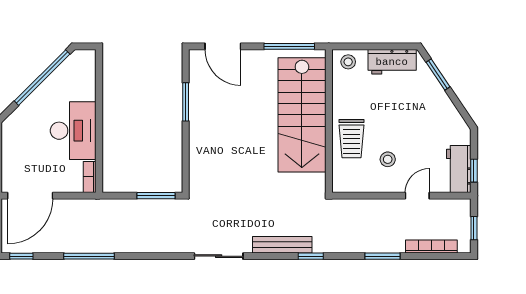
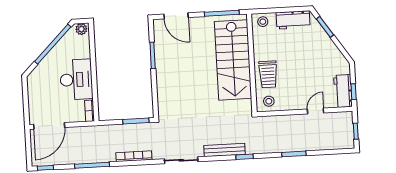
plant: (85, 58) -> (81, 29), added
stool: (388, 159) -> (269, 101), moved
bookcase: (431, 246) -> (134, 156), moved

